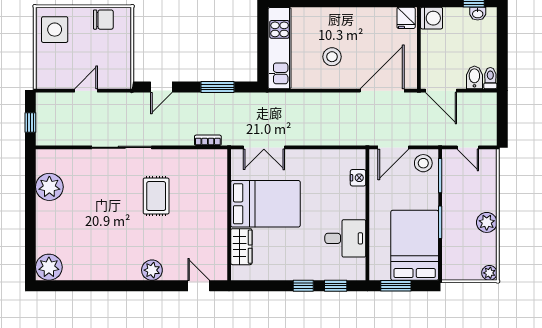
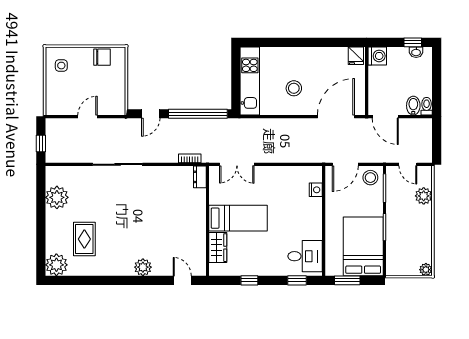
side table: (55, 30) -> (61, 66), width x0.54, depth x0.54
window: (218, 87) -> (198, 114), width x2.11
dresser: (220, 162) -> (200, 177), added
rug: (156, 196) -> (84, 239), moved
bed: (265, 204) -> (238, 218), width x0.67
plant: (487, 222) -> (424, 196), moved
desk: (345, 238) -> (305, 256), moved
window: (303, 286) -> (249, 280), moved

